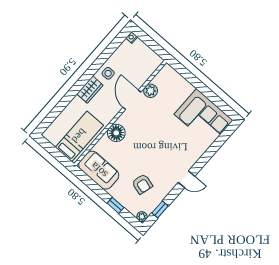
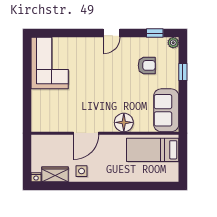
wardrobe: (90, 90) -> (55, 174), moved
plant: (151, 91) -> (66, 125), removed
door: (187, 179) -> (112, 33), swing flipped
armchair: (142, 184) -> (147, 65), turned 74

